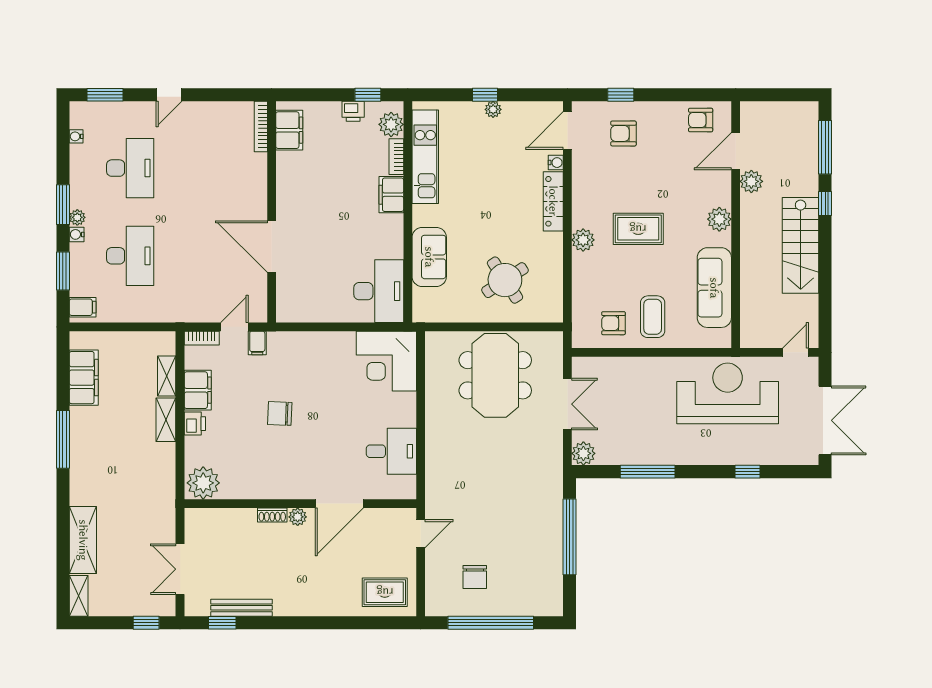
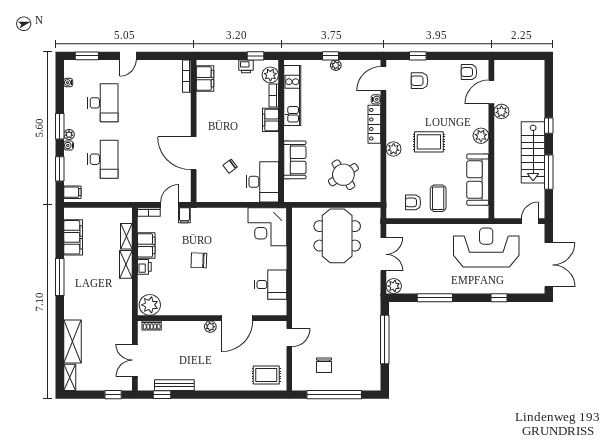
window: (825, 147) -> (549, 172), moved
chair: (328, 267) -> (230, 166), added
shoe rack: (272, 515) -> (152, 325), moved

